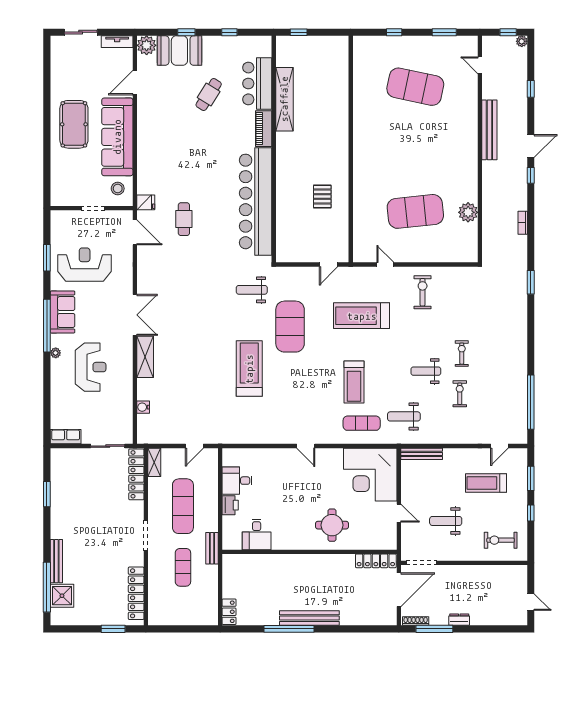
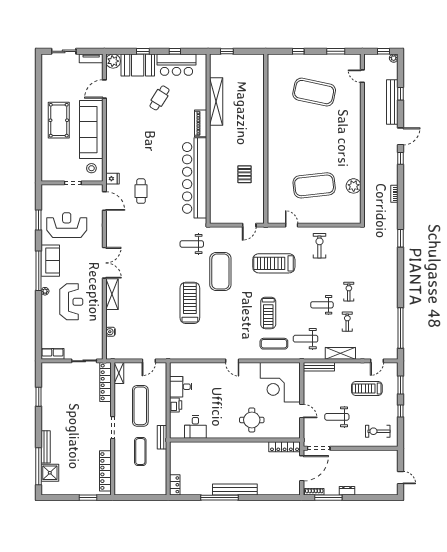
bar counter: (257, 83) -> (176, 65), moved, turned -90
bench: (489, 130) -> (392, 102), moved
shelving: (451, 436) -> (340, 353), added

